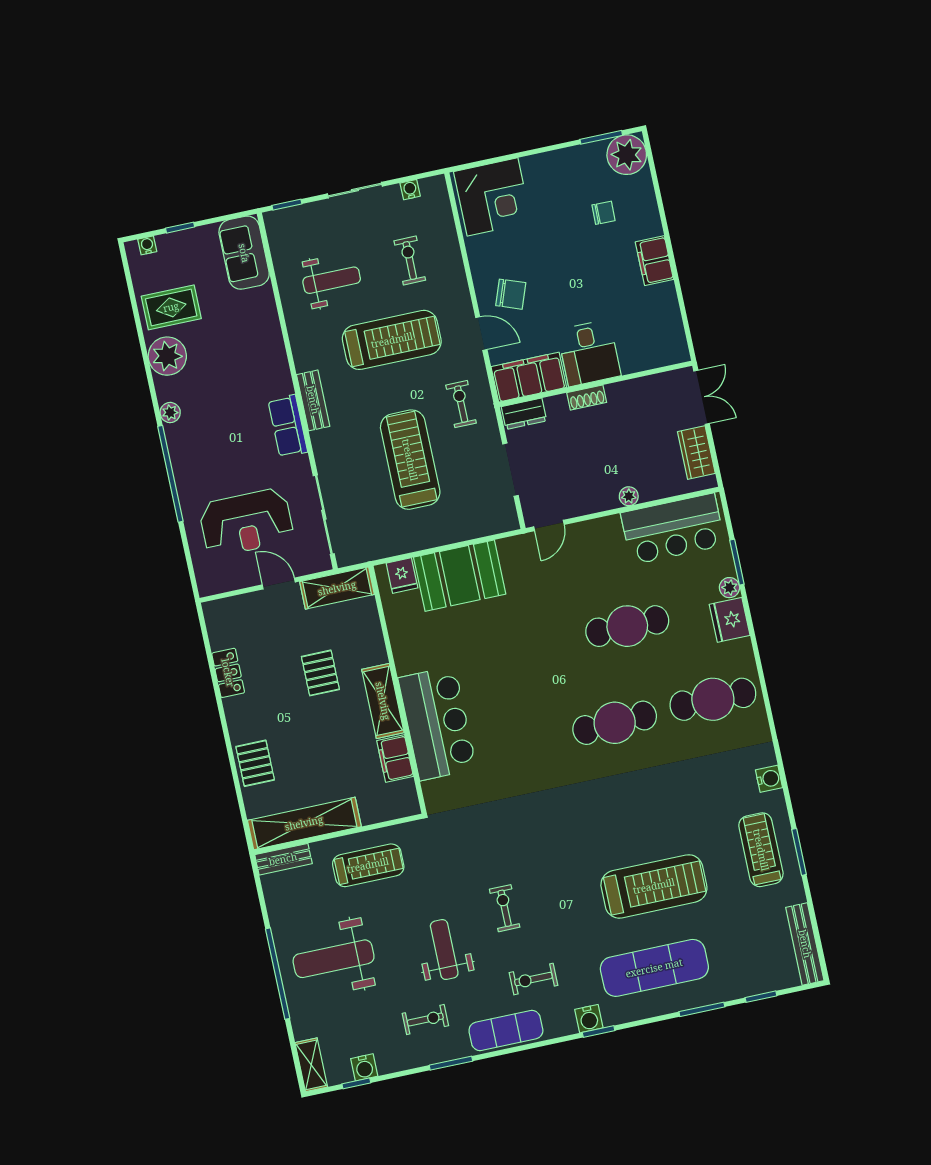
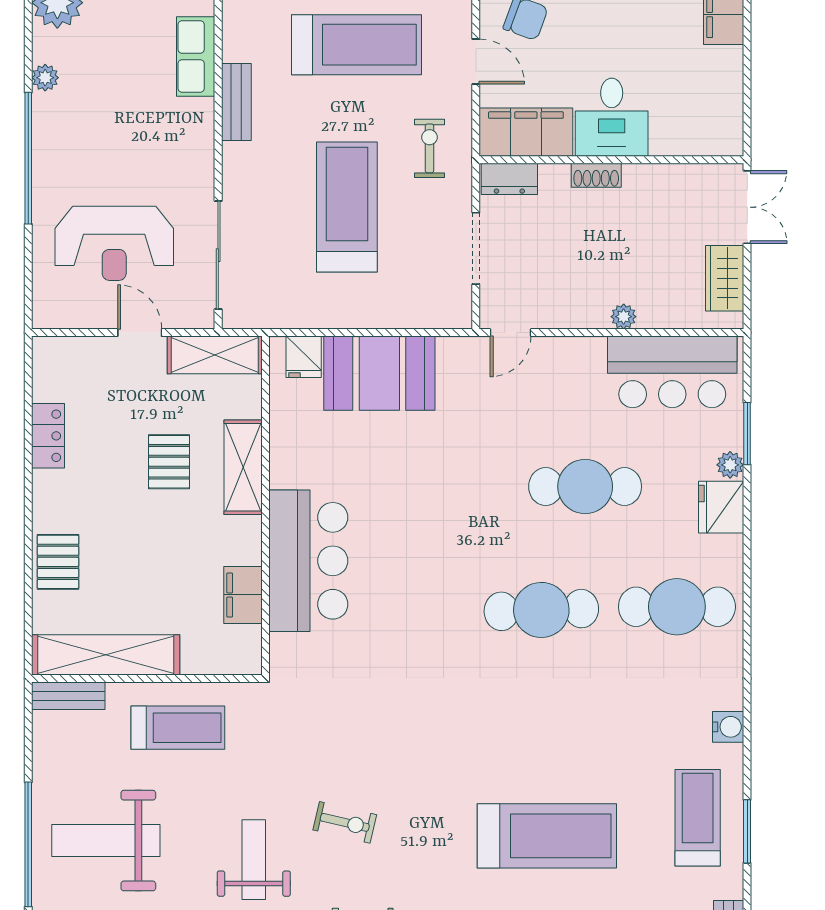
row of seats: (288, 426) -> (196, 56), moved
shelving: (383, 701) -> (243, 467), moved
exercise bike: (505, 908) -> (345, 822), turned 103

